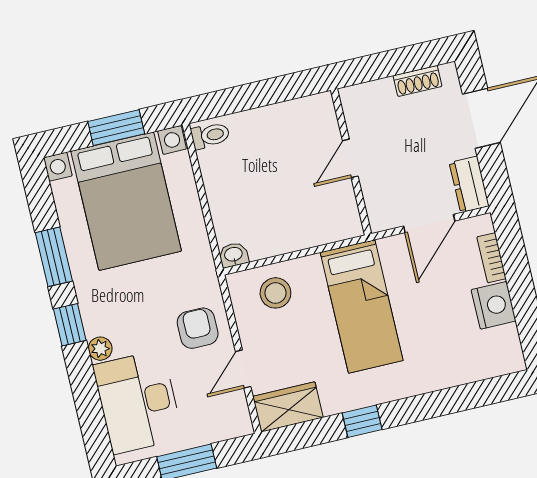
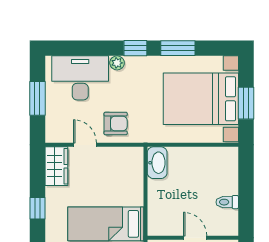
toilet: (210, 135) -> (227, 202), moved, turned 90
washbasin: (234, 255) -> (157, 163), width x1.91, depth x1.45
stool: (275, 293) -> (126, 175), removed

